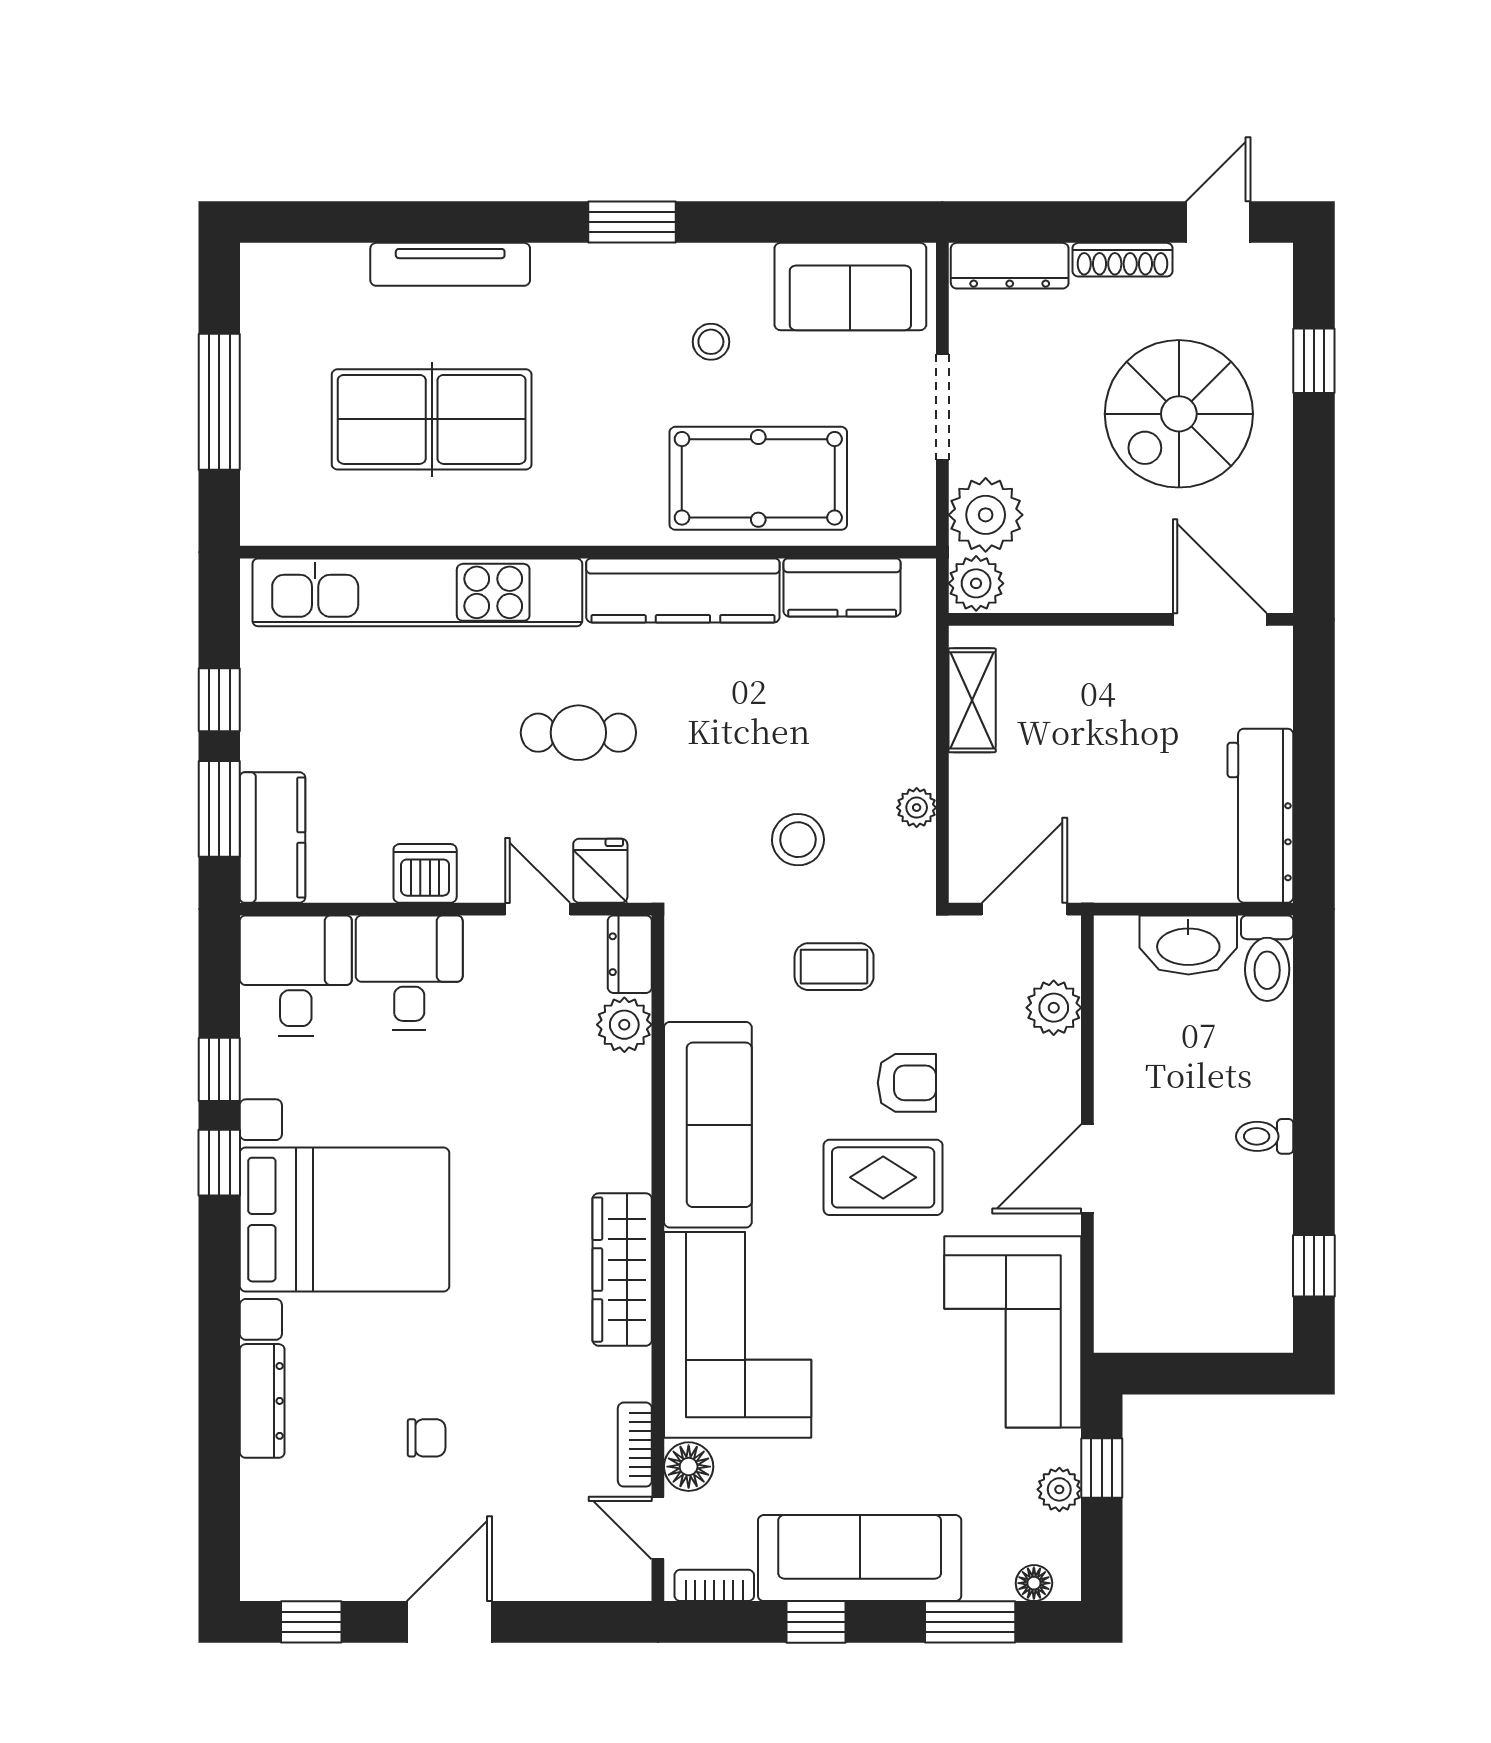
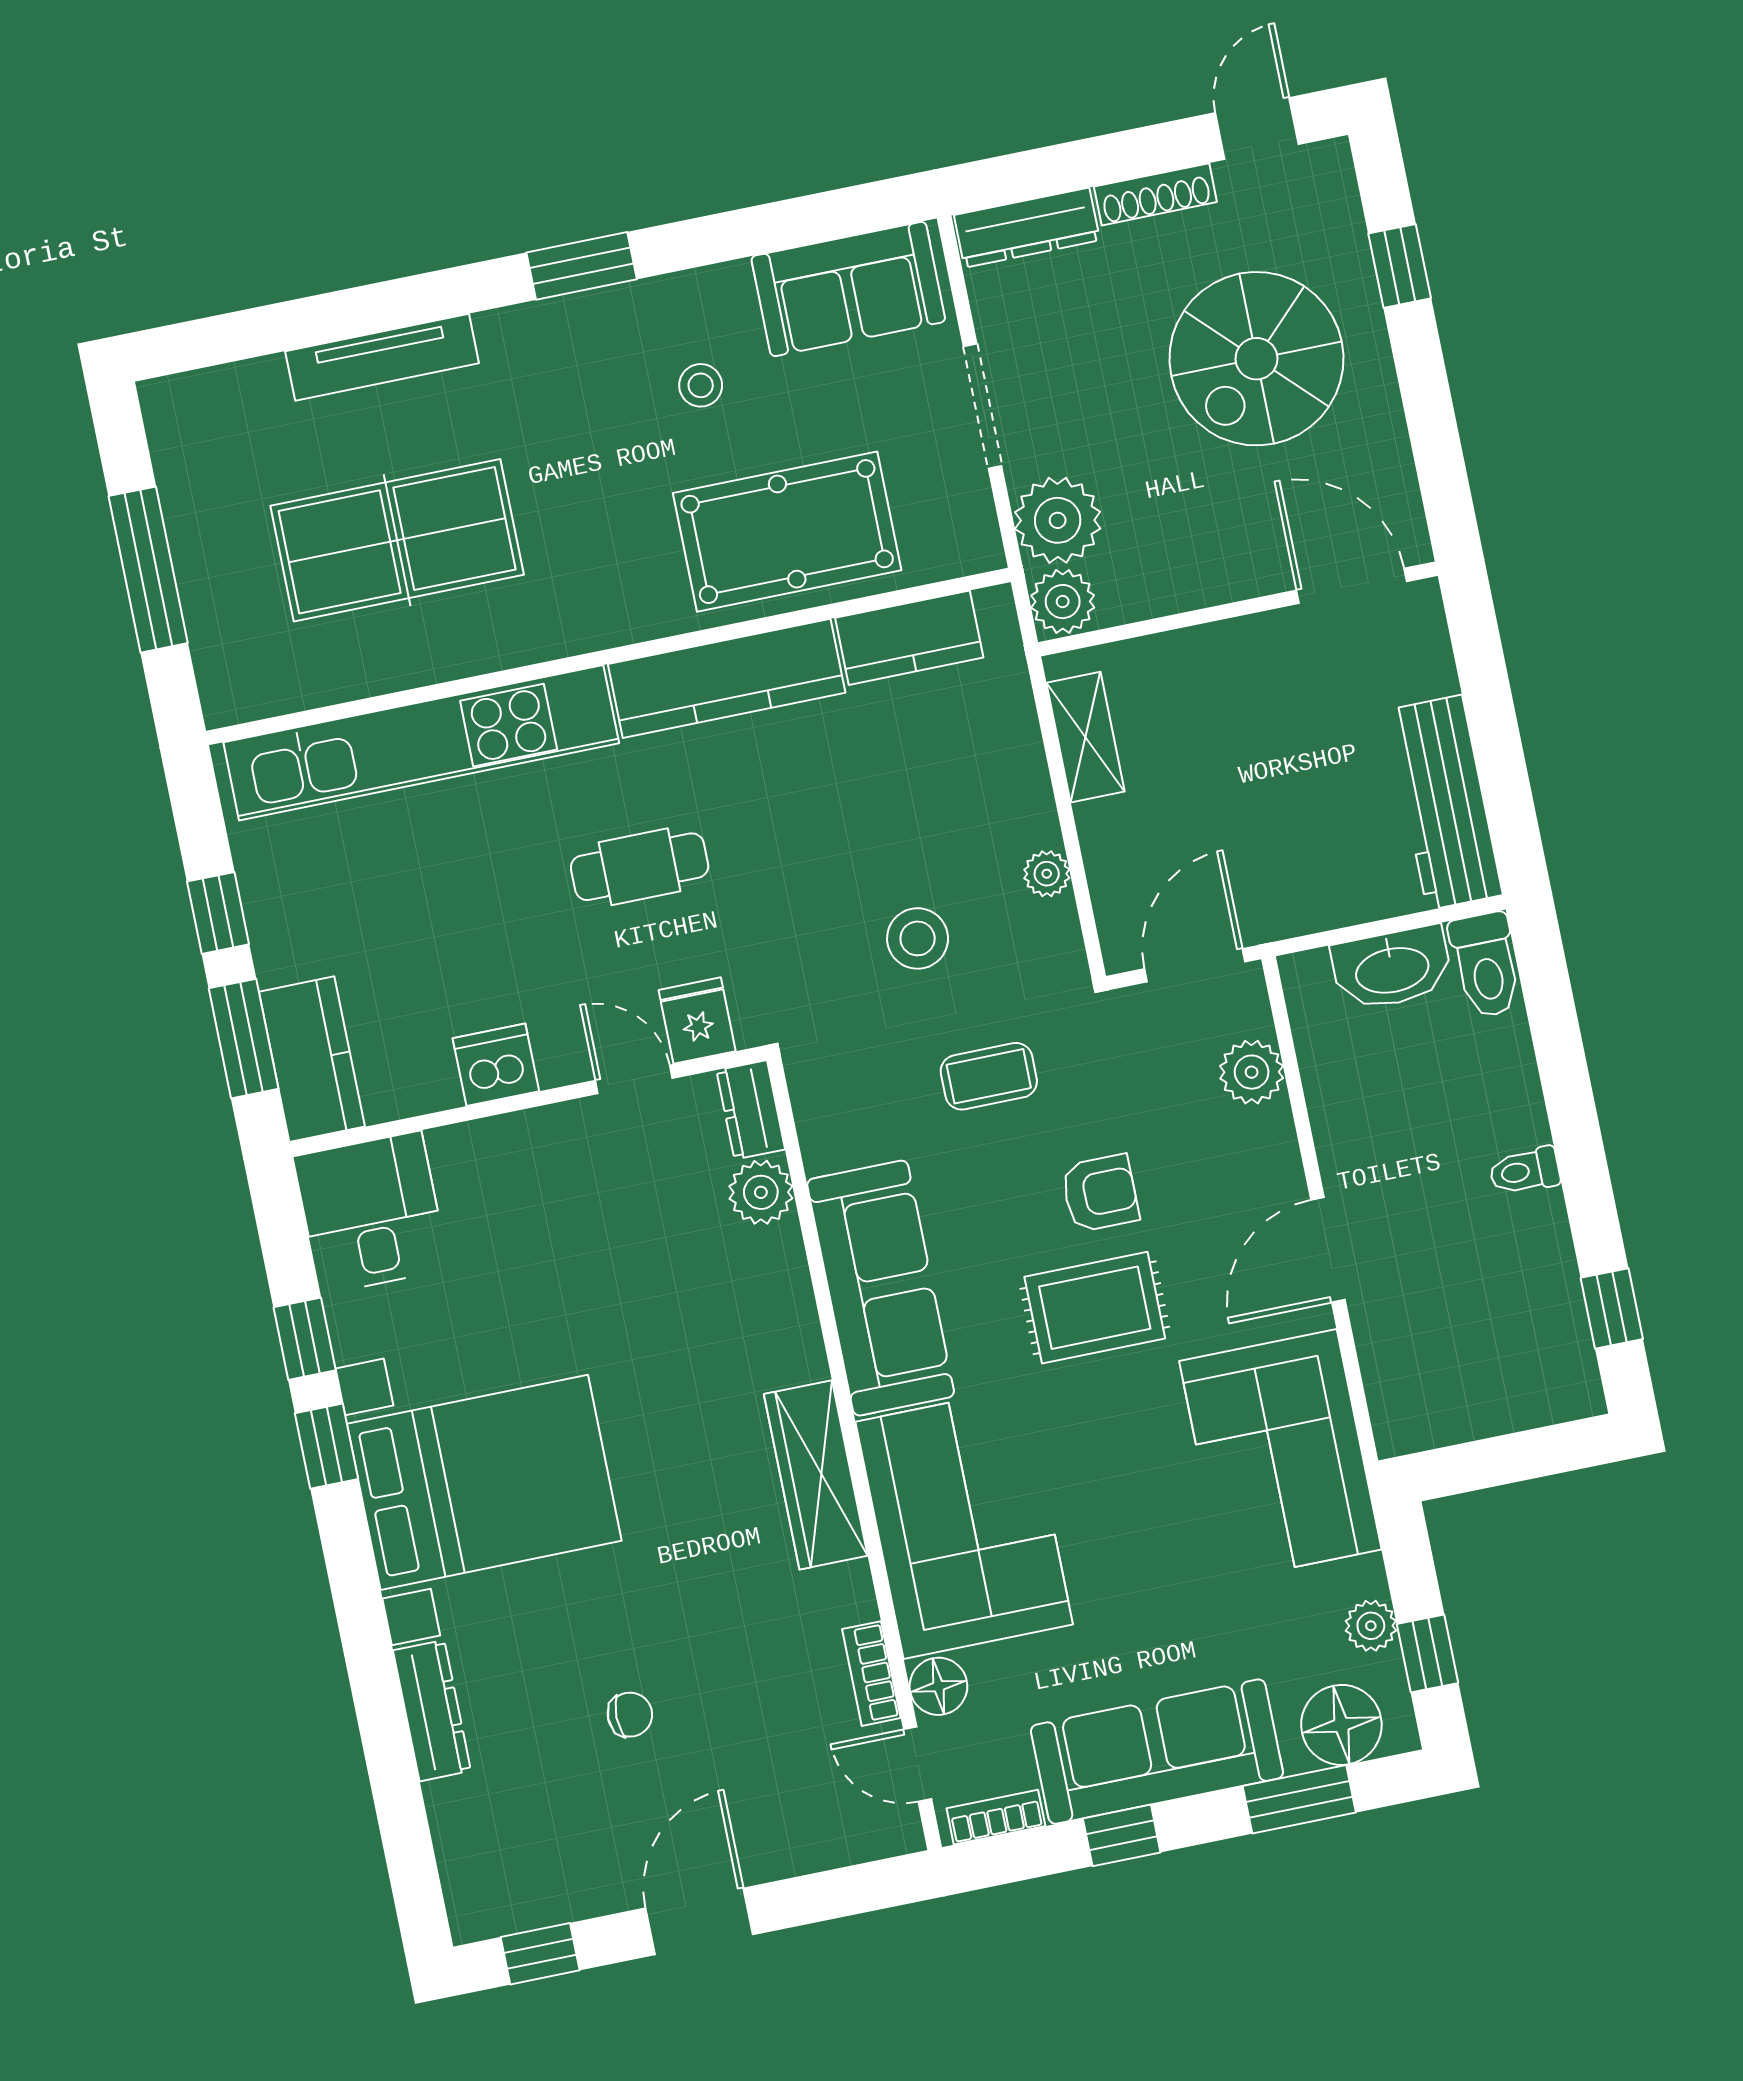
desk: (409, 973) -> (501, 1183), removed
window: (1102, 1468) -> (1427, 1654), moved
floor lamp: (1034, 1583) -> (1341, 1725), width x1.89, depth x1.89

